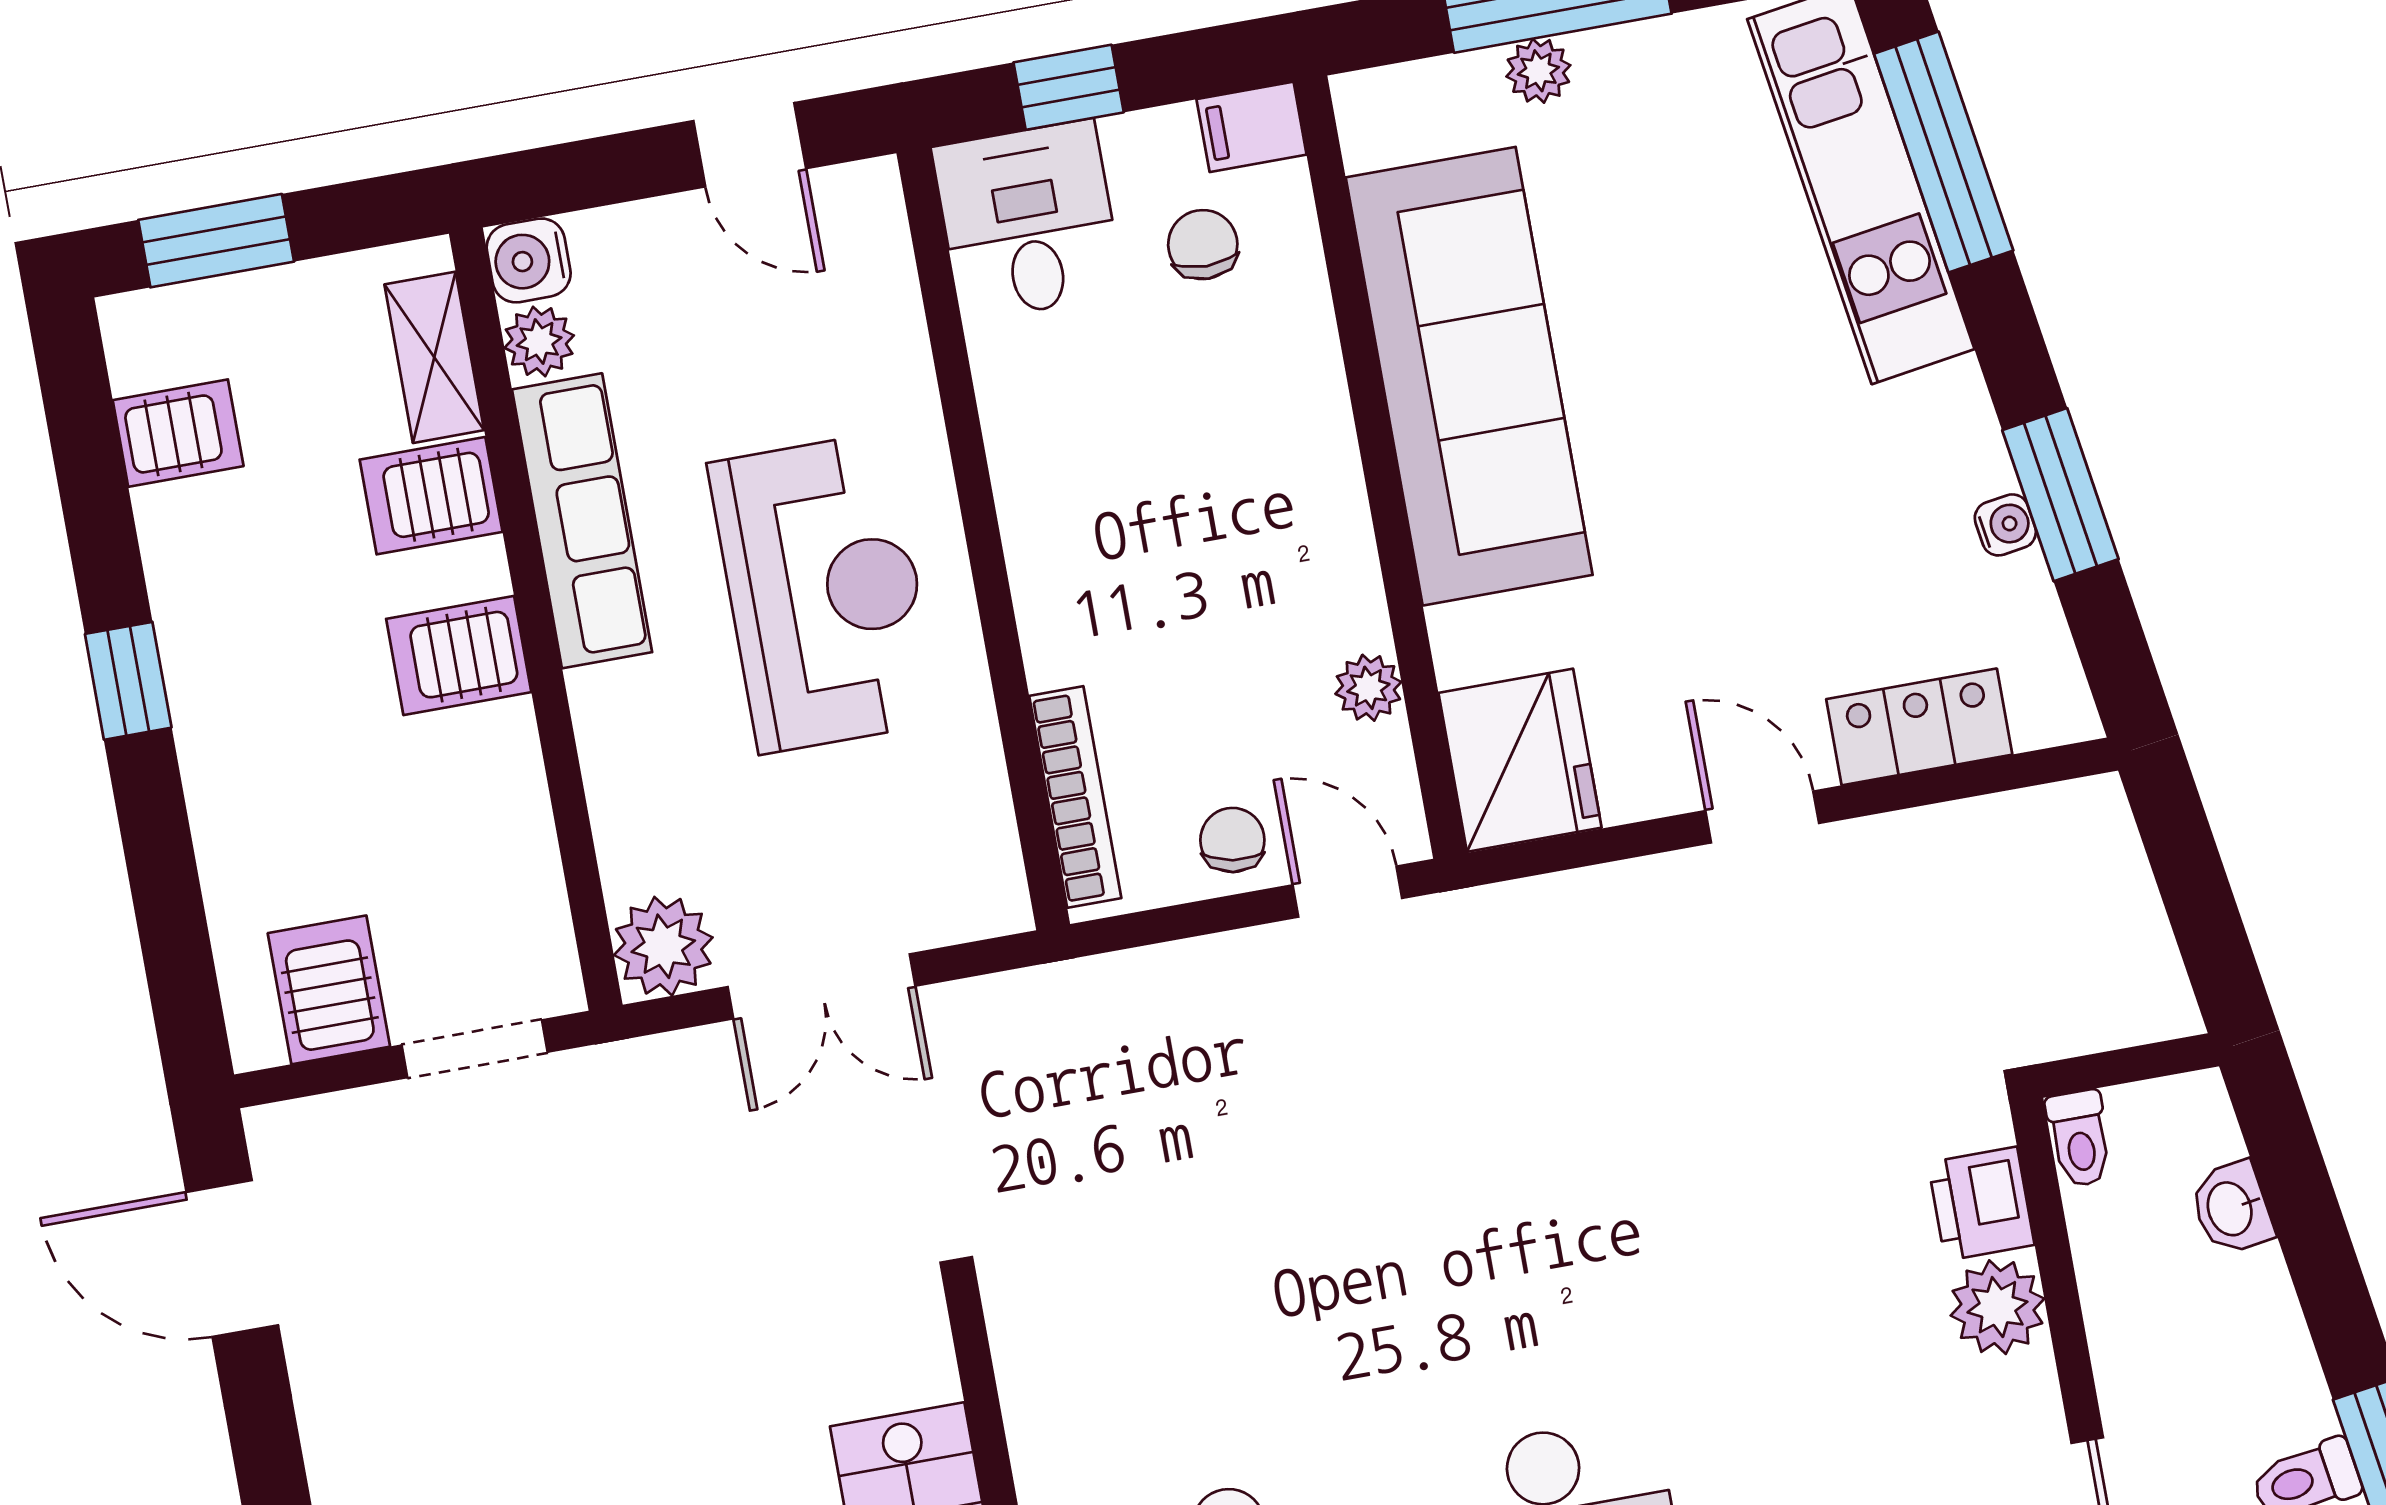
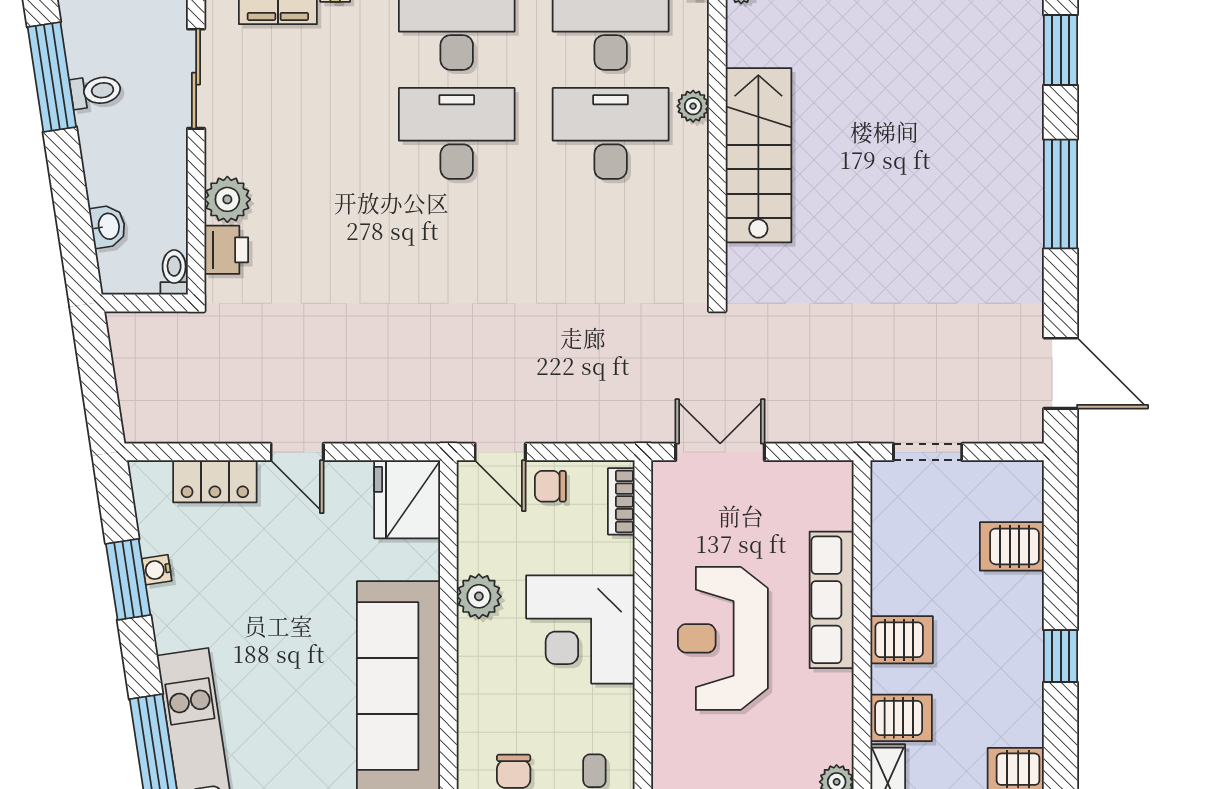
row of seats: (582, 521) -> (832, 600), moved
corner desk: (1118, 559) -> (580, 629), added
plant: (1368, 688) -> (479, 596), moved, width x1.38, depth x1.38
bookcase: (1075, 797) -> (621, 501), width x0.64
chair: (1232, 840) -> (550, 486), turned 81
plant: (663, 946) -> (829, 484), removed
double door: (822, 986) -> (720, 452), moved
server rack: (329, 990) -> (1012, 546), moved, turned 90

